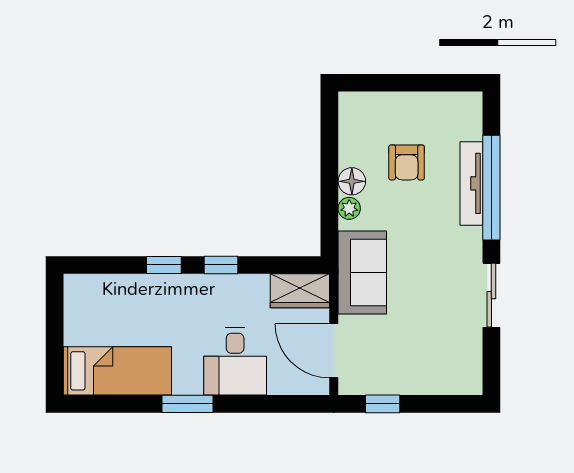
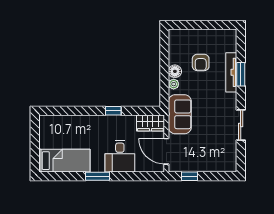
window: (491, 188) -> (241, 74), width x0.47
window: (164, 265) -> (86, 111), removed

